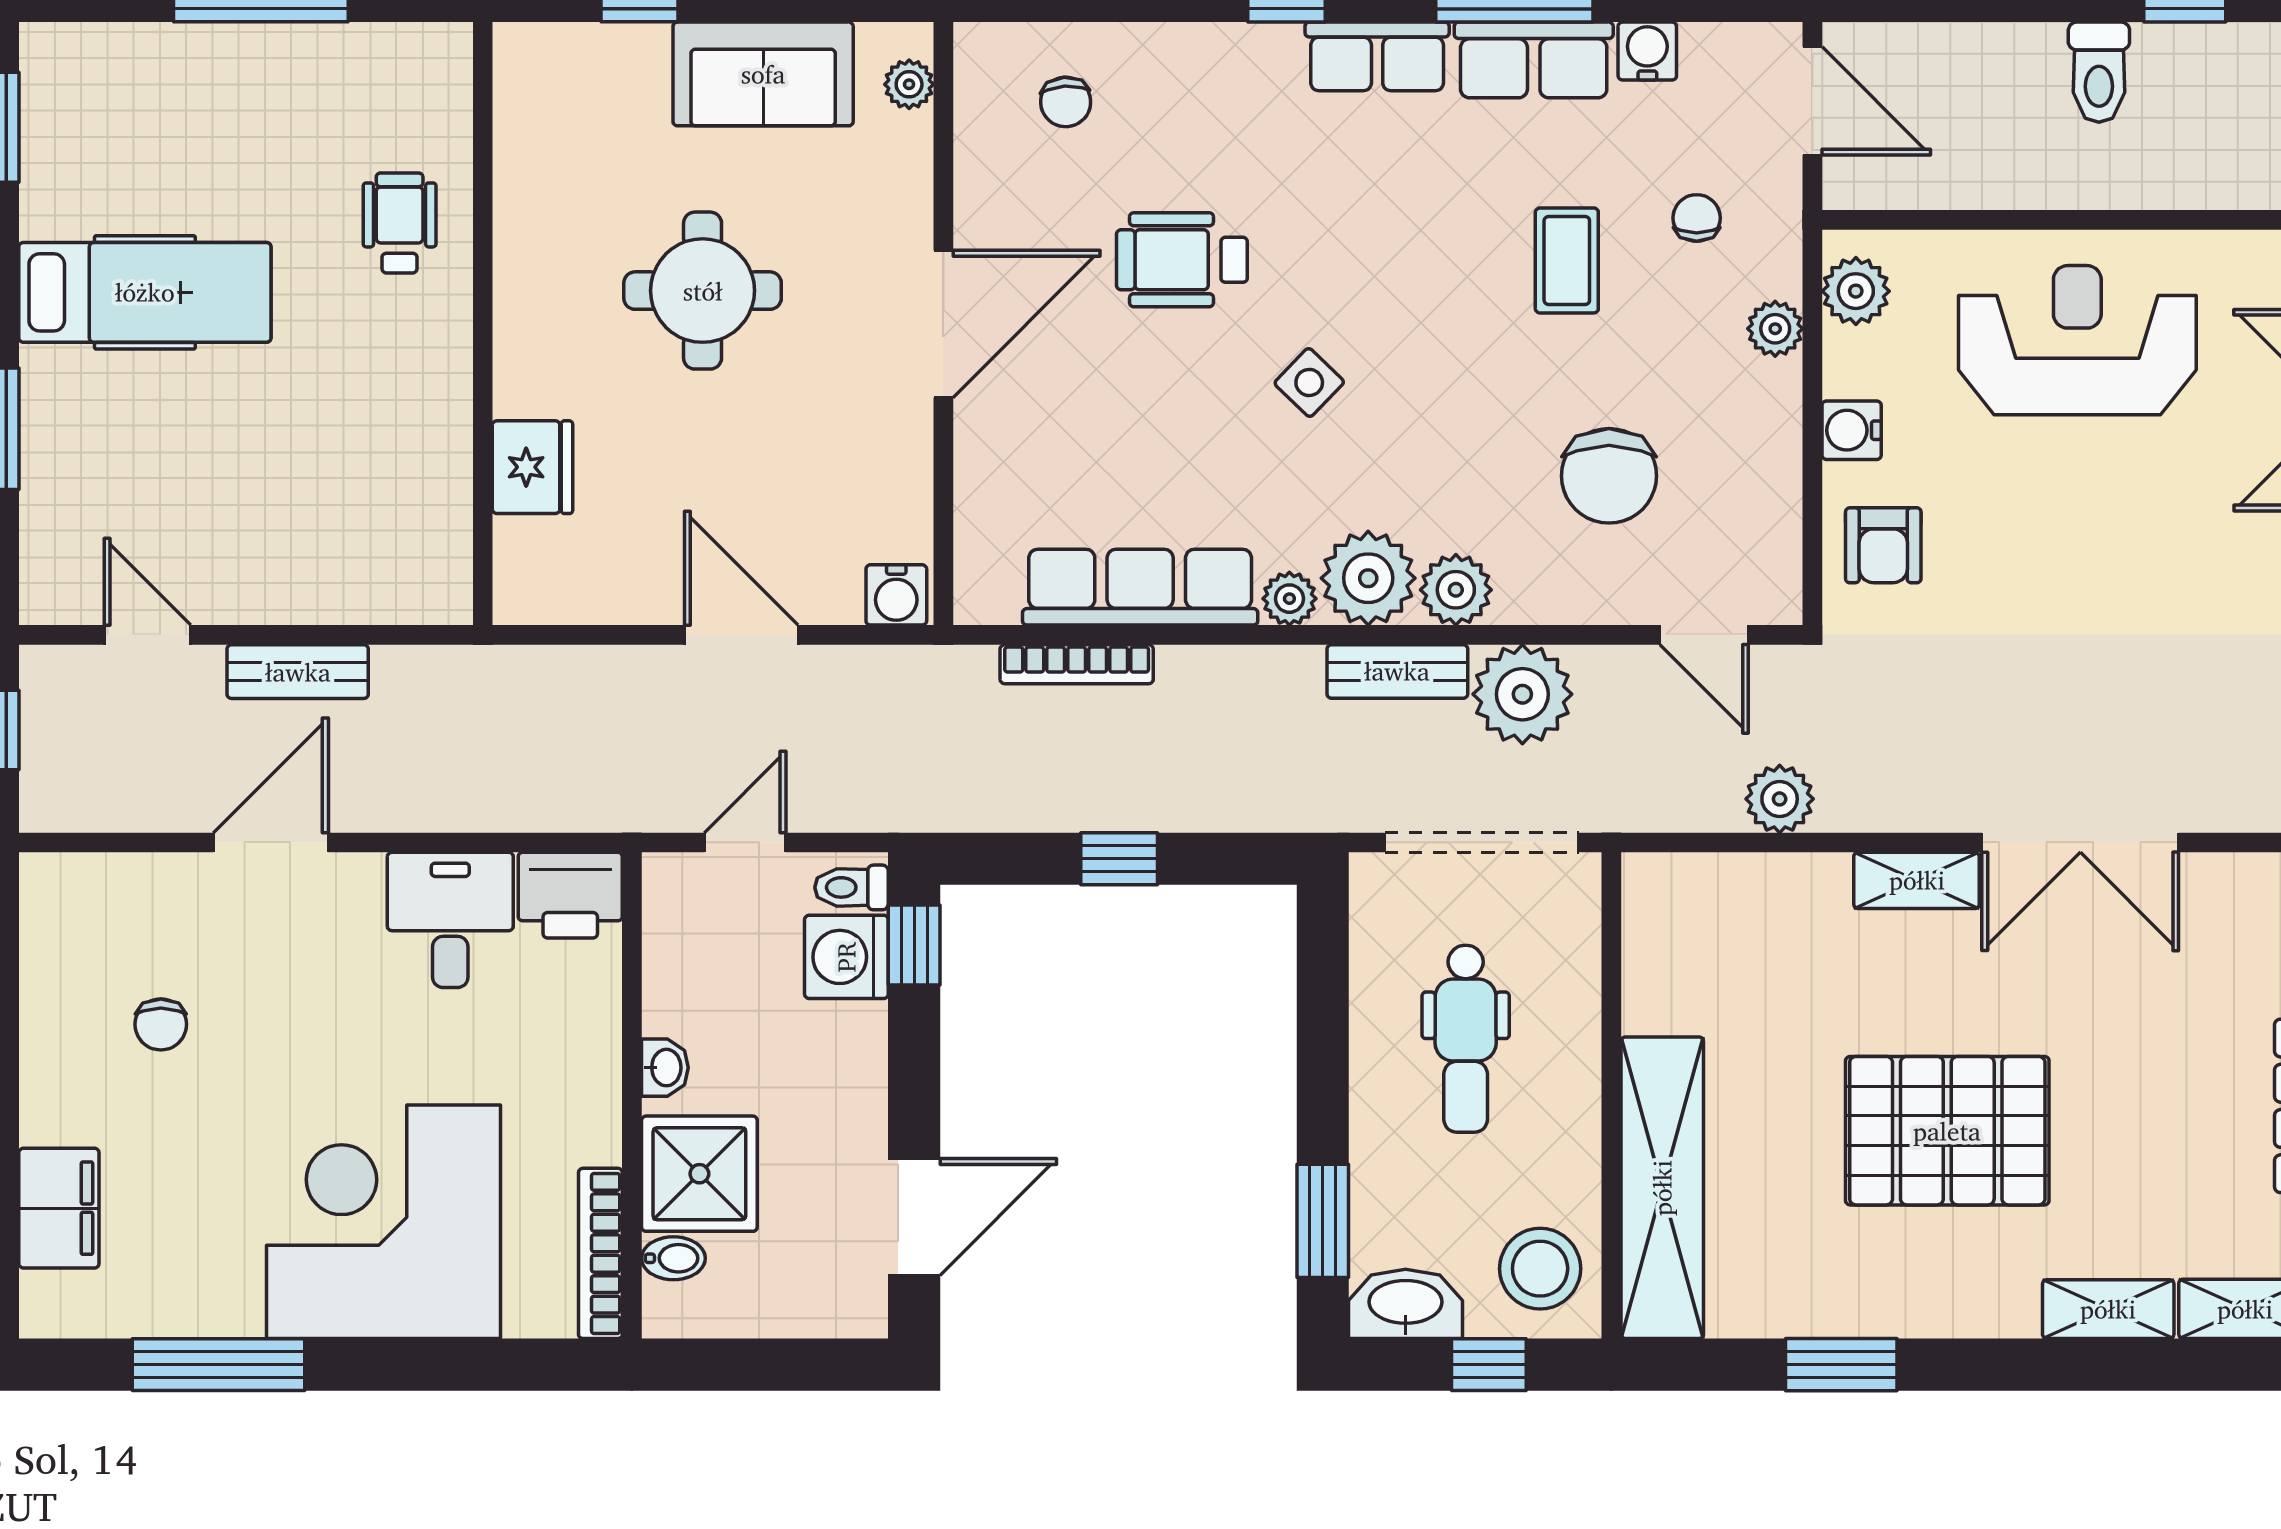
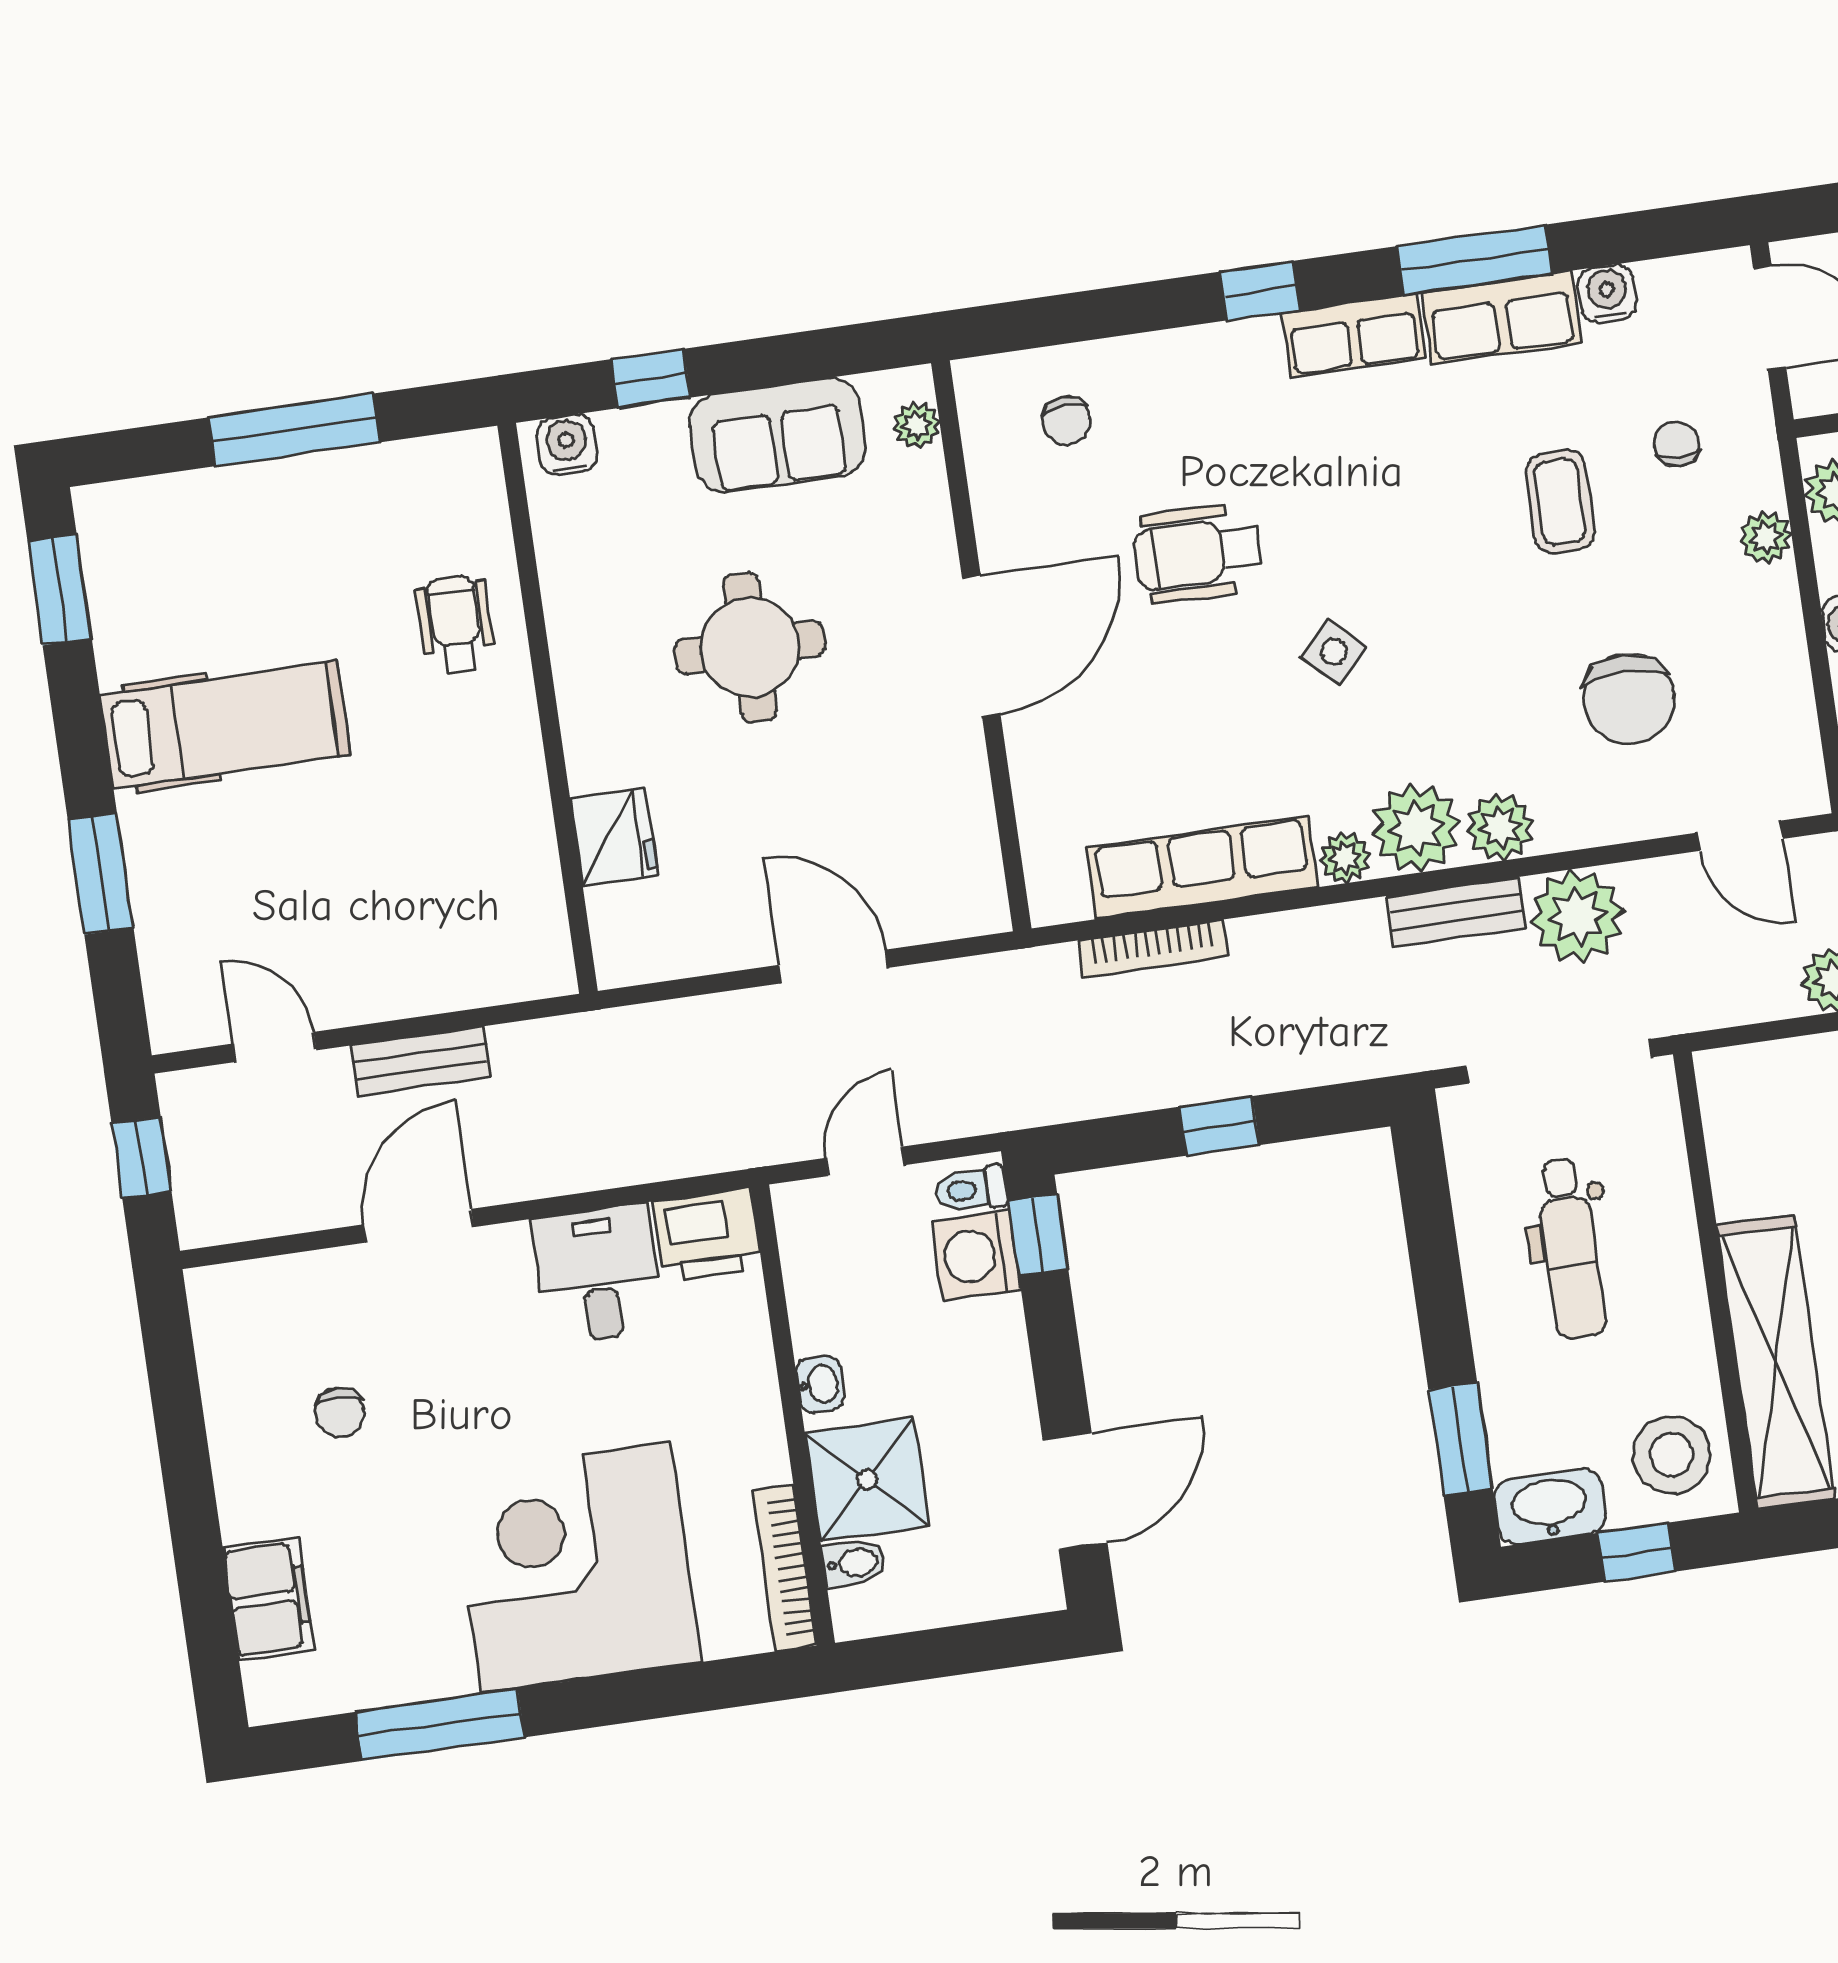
water cooler: (896, 595) -> (567, 445), moved, turned 180

